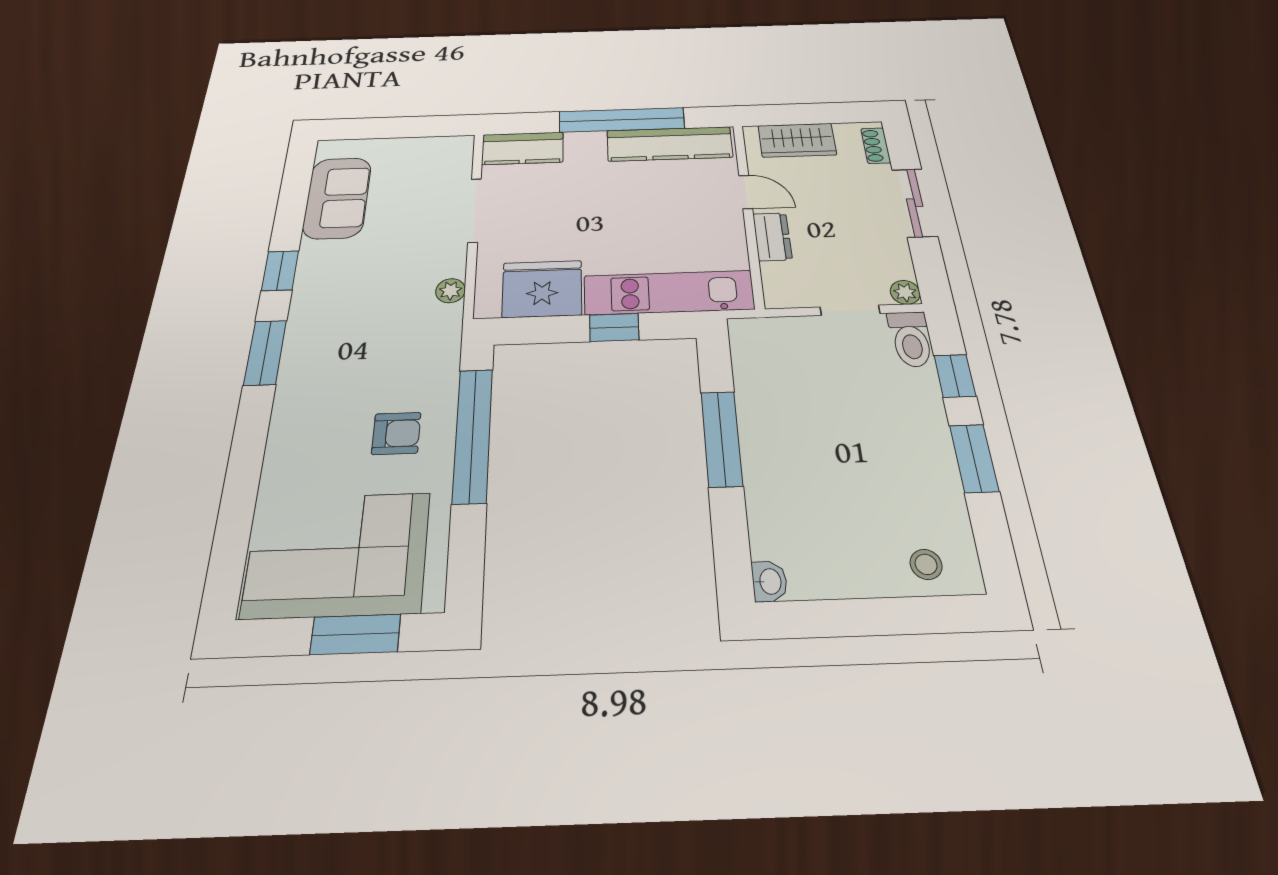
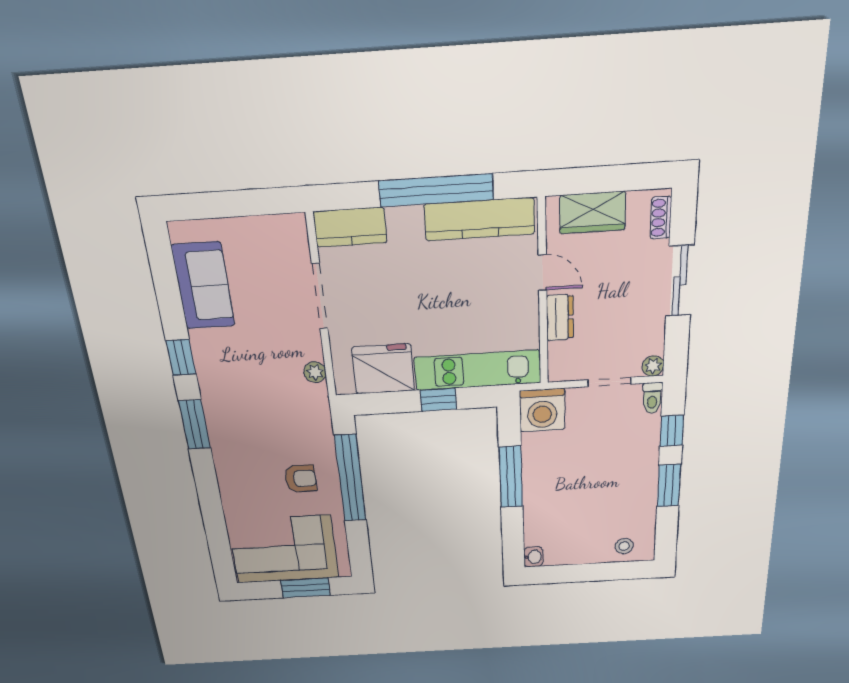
toilet: (911, 339) -> (652, 398), width x0.73, depth x0.72
washing machine: (761, 344) -> (542, 410), added

